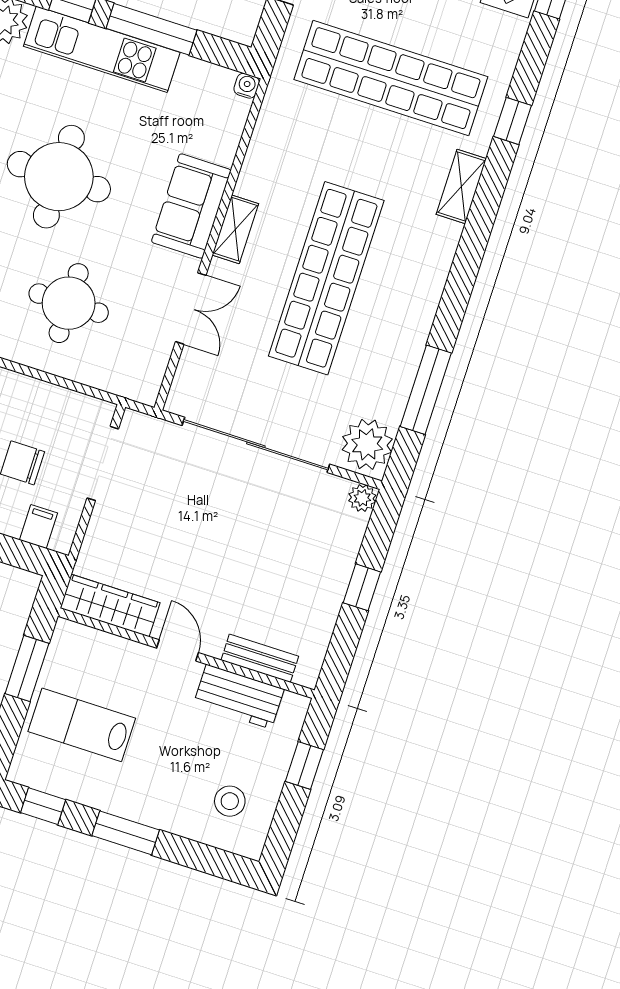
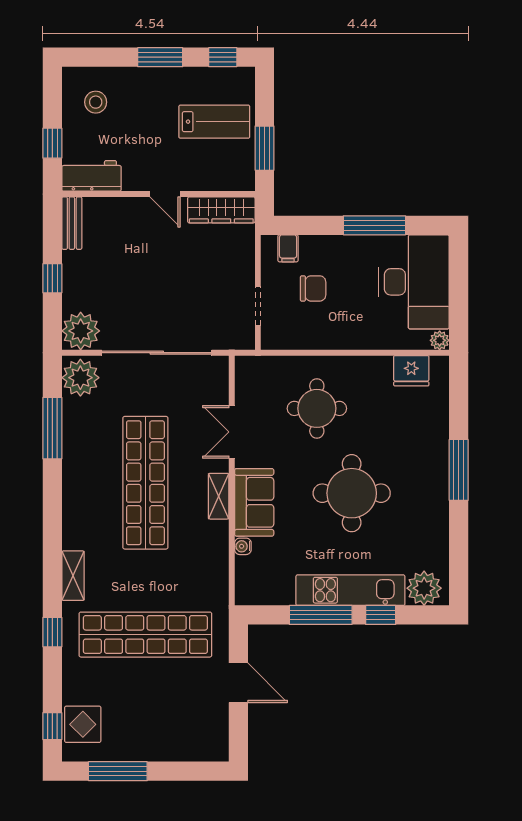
water cooler: (247, 86) -> (243, 546), moved, turned 90
doorway: (103, 463) -> (258, 306), width x0.73
plant: (362, 498) -> (81, 331), width x1.87, depth x1.87
bench: (260, 658) -> (72, 223), moved, turned 90
workbench: (239, 697) -> (91, 176), moved

